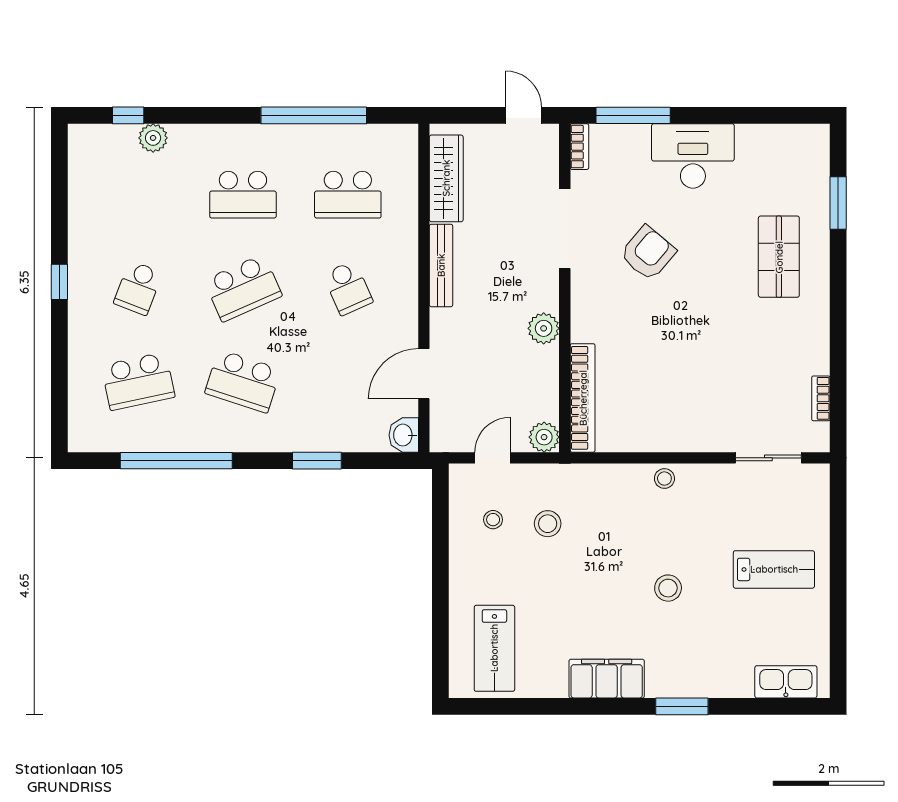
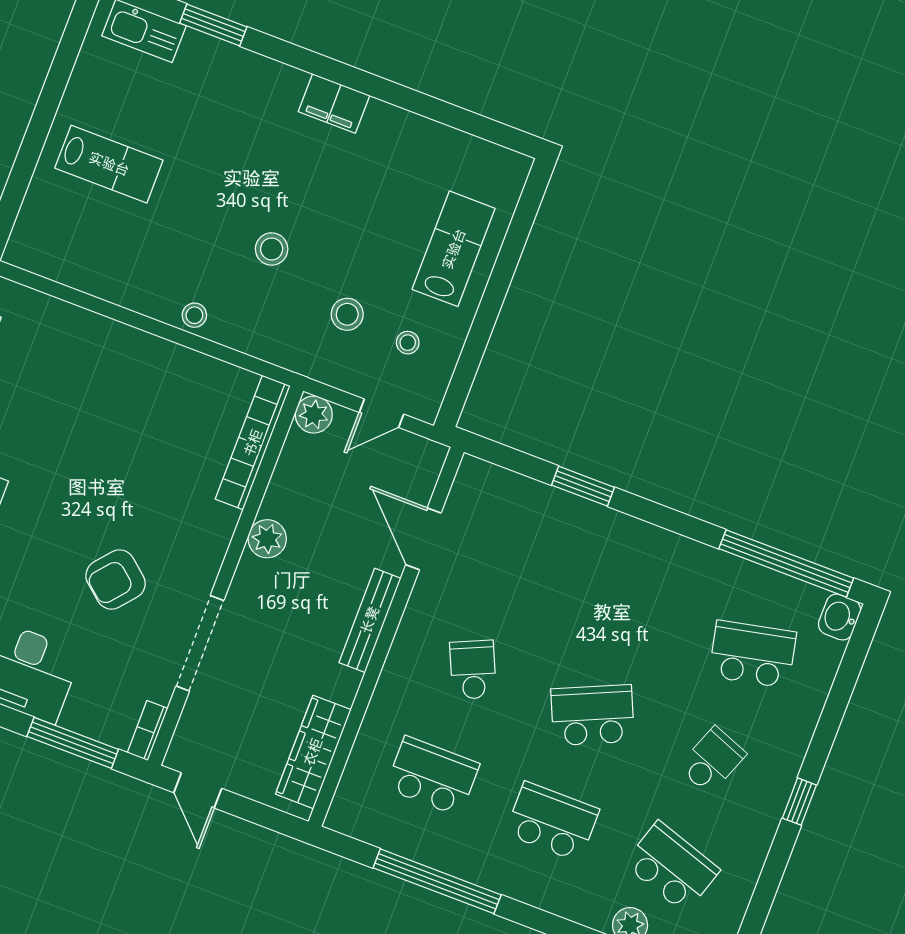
bench: (441, 265) -> (370, 620), moved
door: (424, 374) -> (423, 539), swing flipped
school desk: (243, 381) -> (672, 867), moved
washbasin: (404, 435) -> (840, 617), moved, turned 180
sliding door: (768, 458) -> (67, 294), removed
window: (176, 461) -> (786, 563), moved
lab bench: (774, 569) -> (109, 164), turned 180
stool: (668, 588) -> (272, 249), moved
lab bench: (494, 648) -> (454, 249), moved
filing cabinet: (607, 679) -> (334, 103), width x0.67, depth x0.86
window: (682, 706) -> (213, 25), moved

